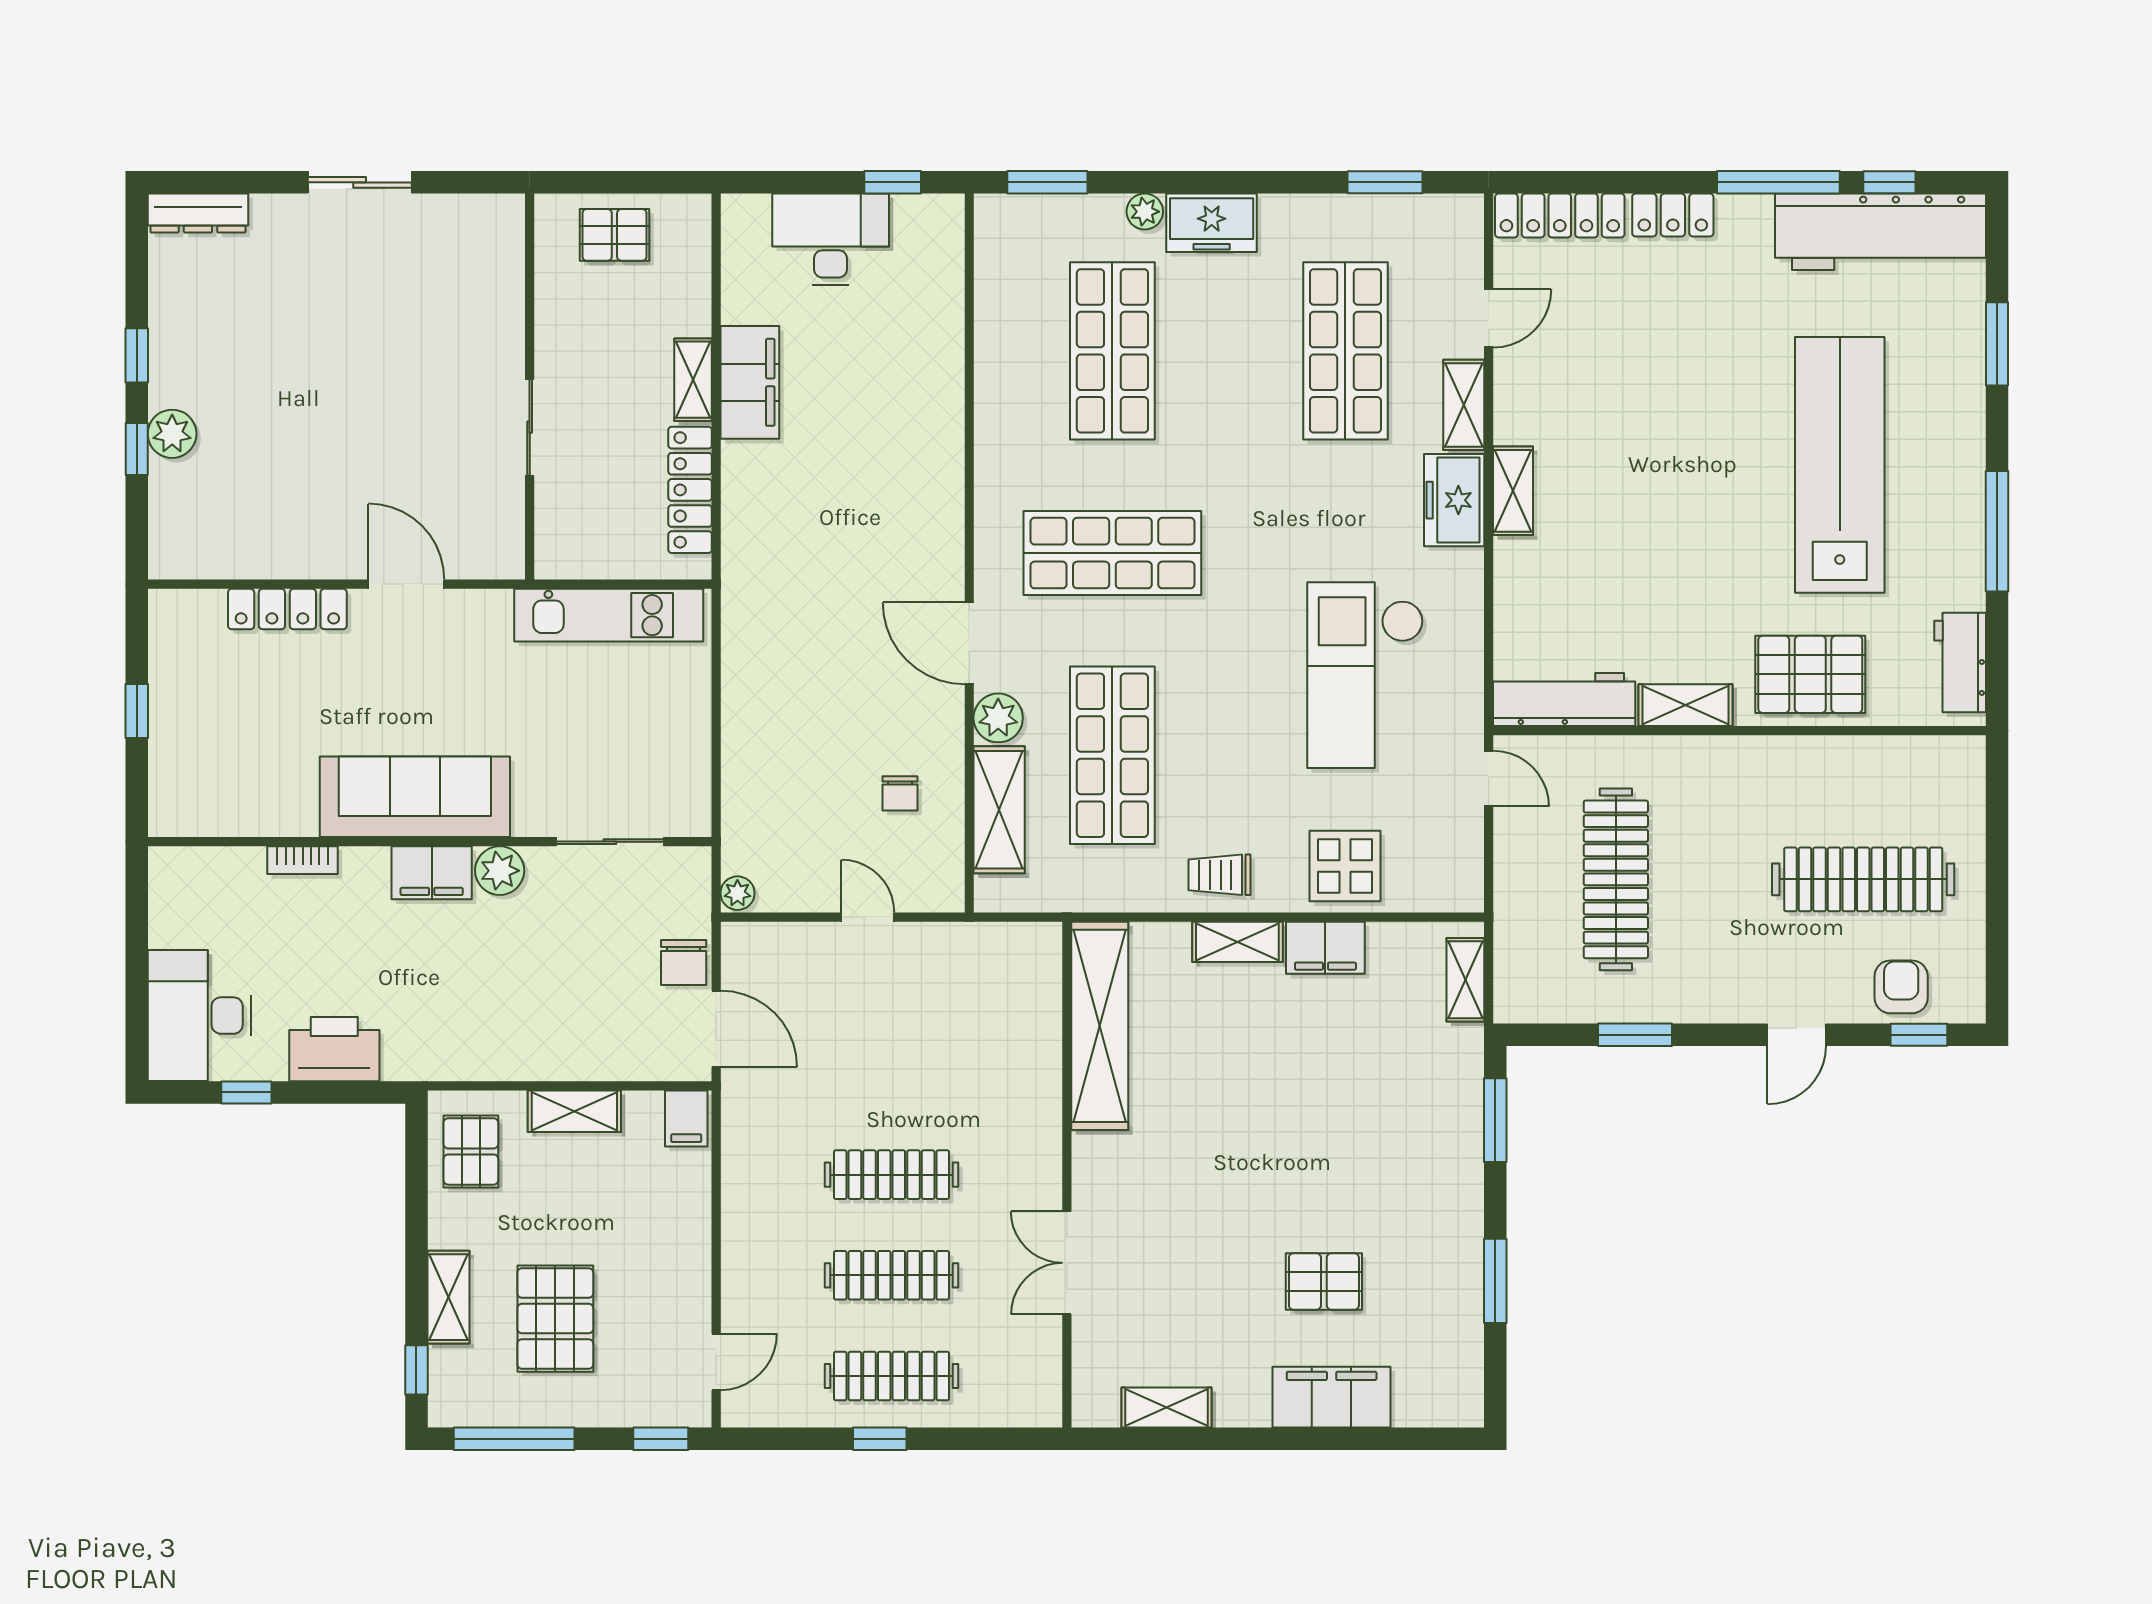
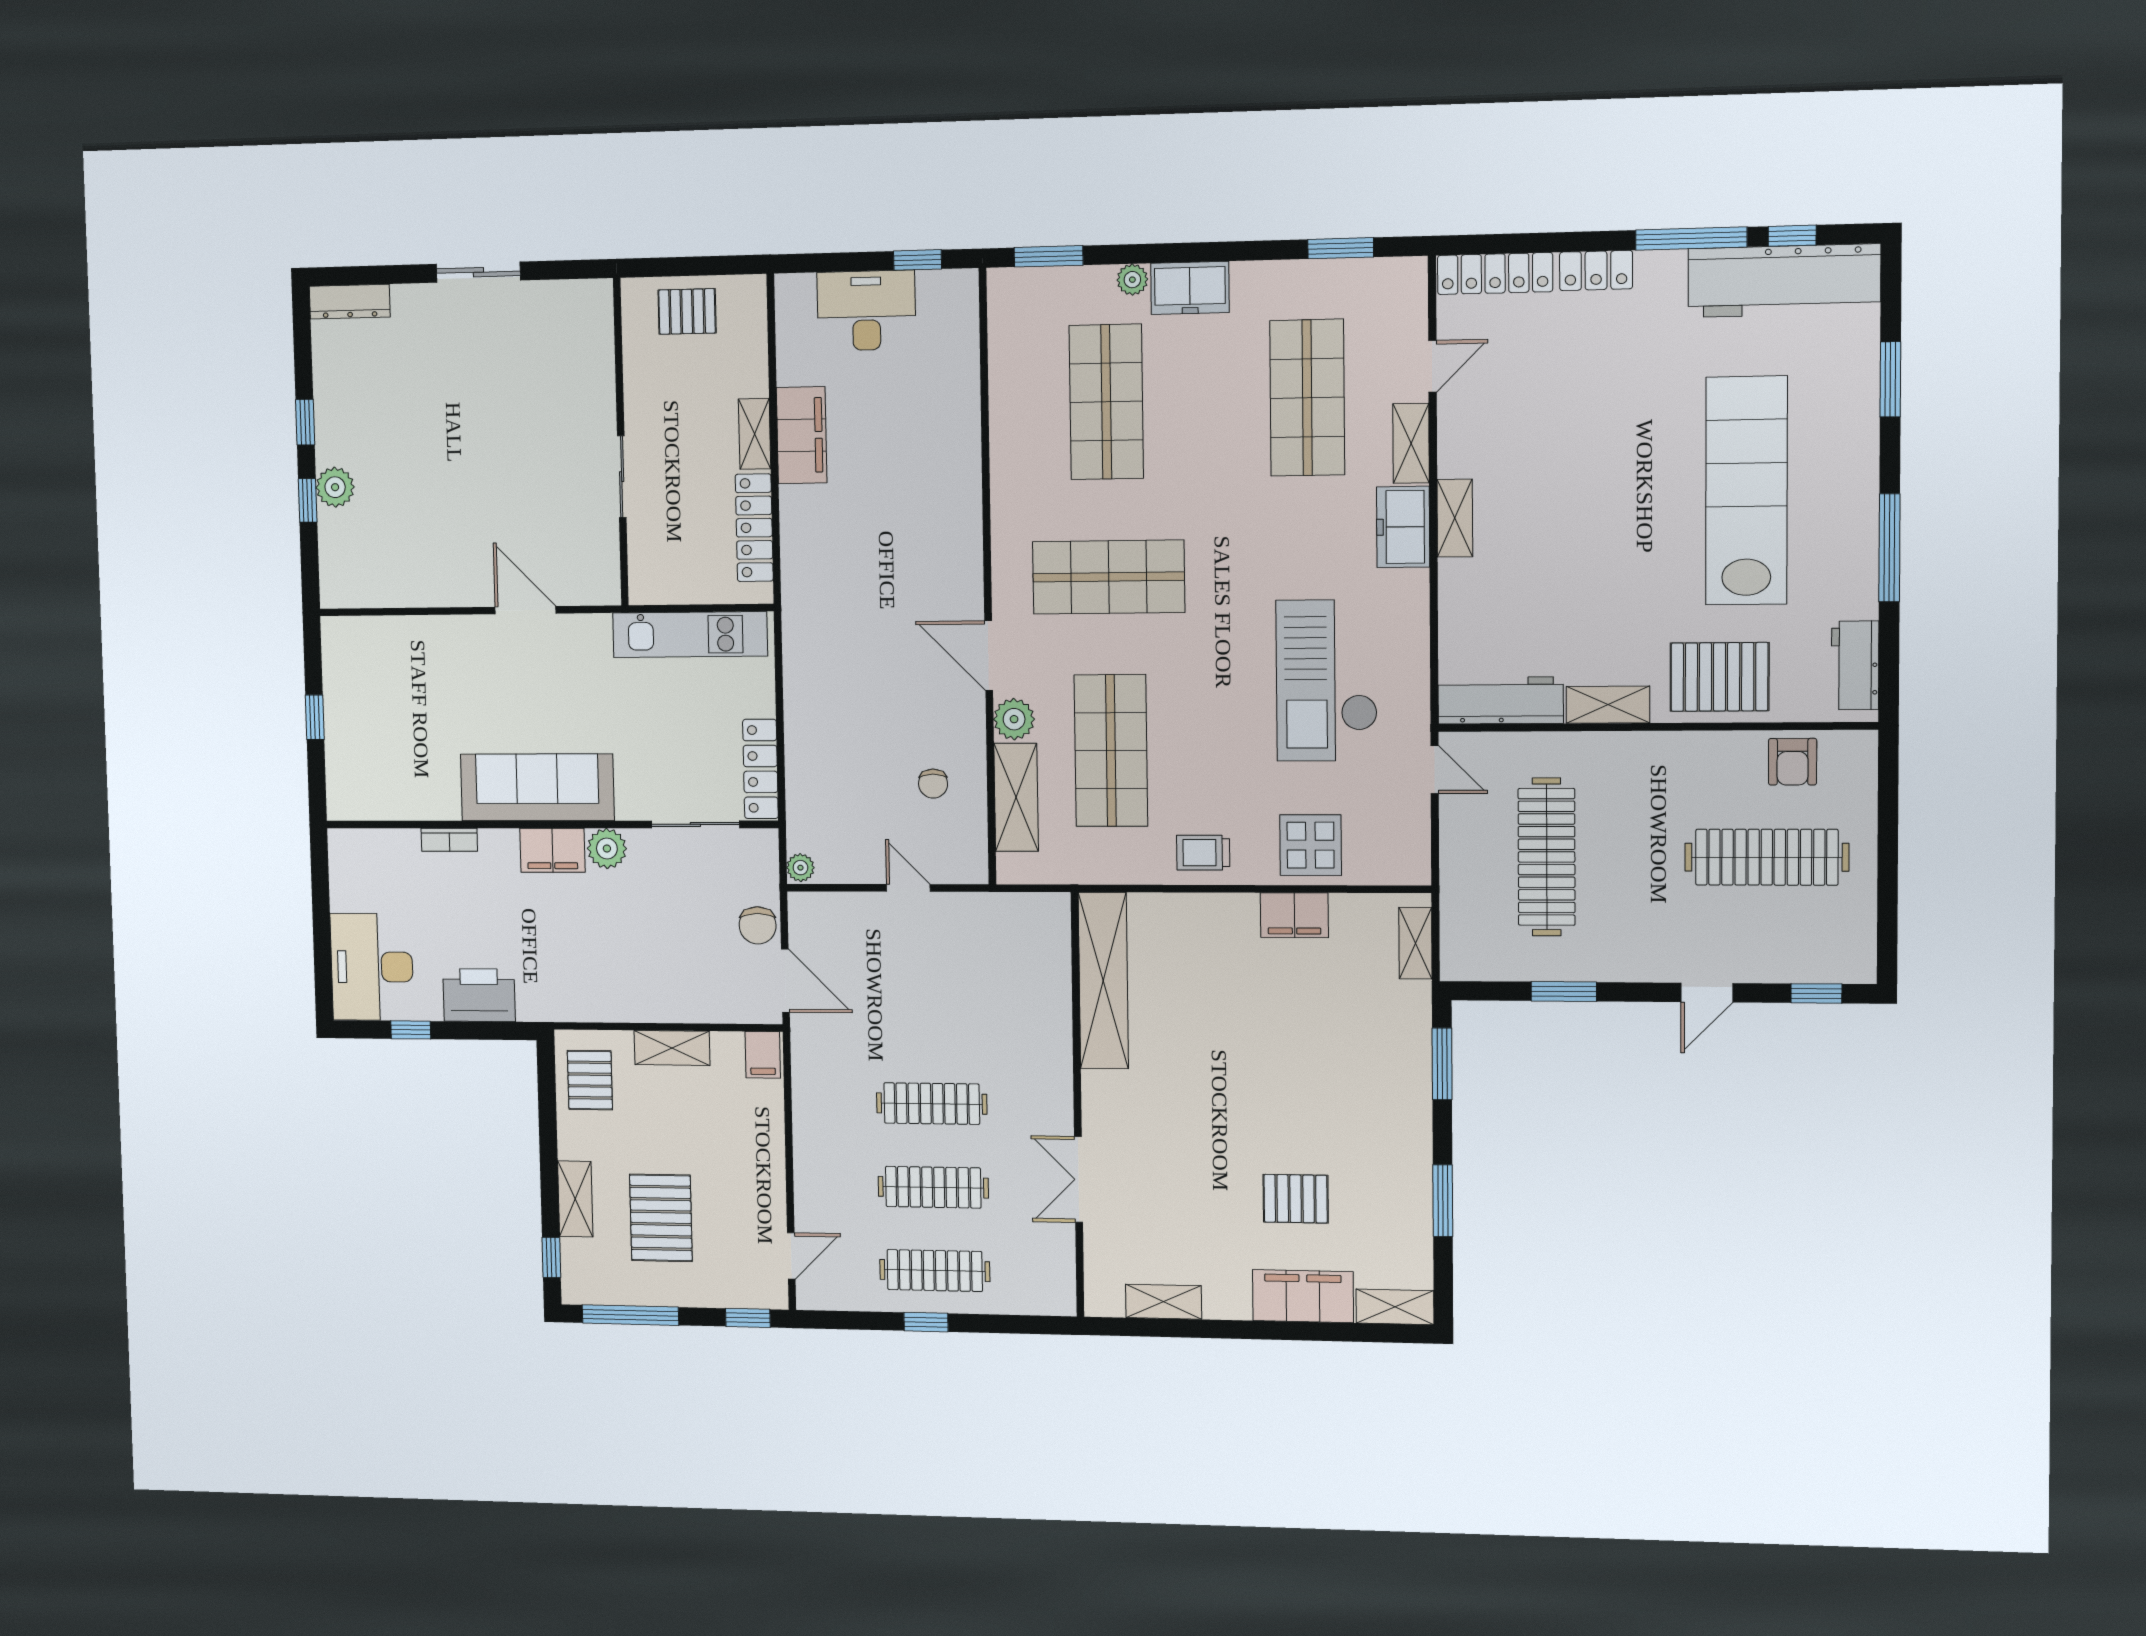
locker: (287, 609) -> (760, 769), moved, turned 90
shelving: (1237, 942) -> (1395, 1307), moved
armchair: (1901, 987) -> (1793, 762), moved, turned 180

